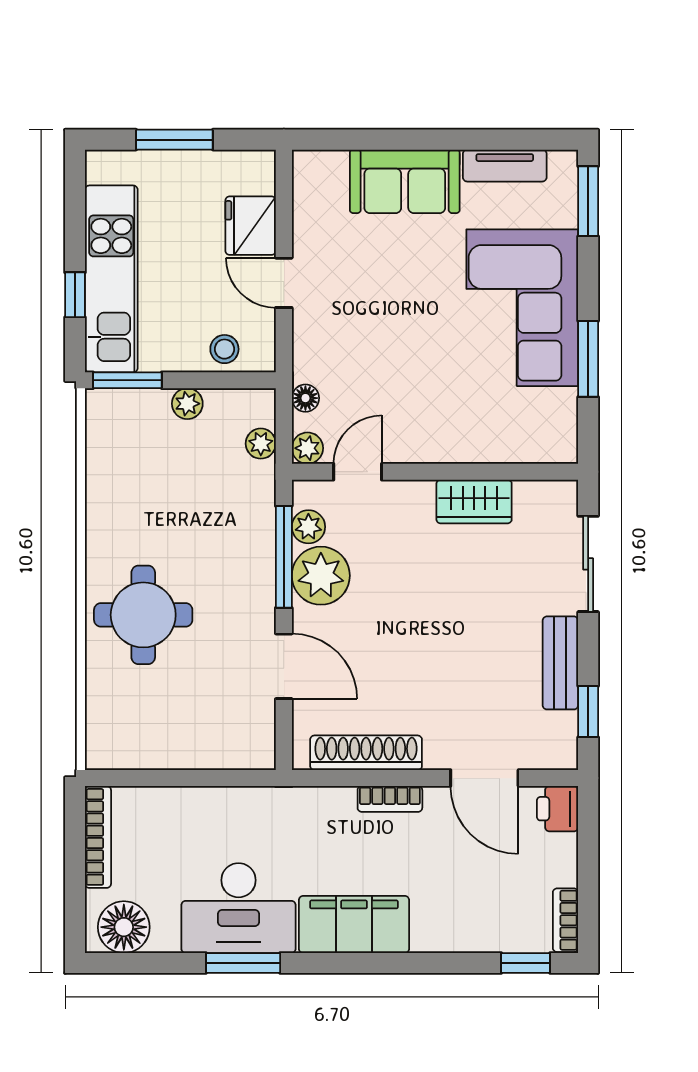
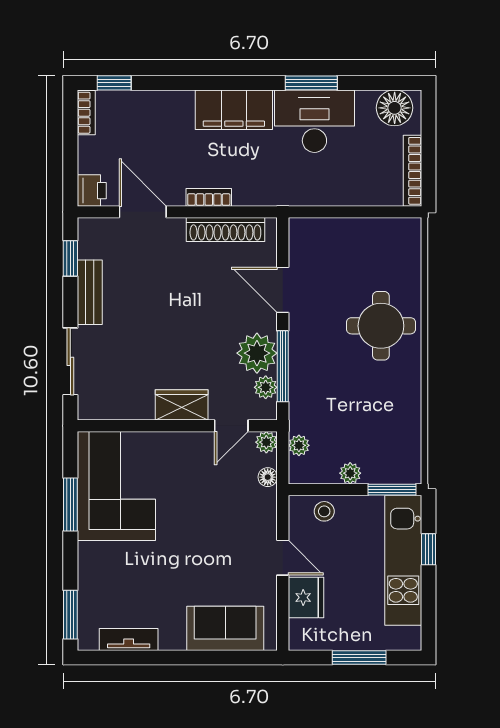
sofa: (405, 181) -> (225, 628), moved
corner sofa: (522, 308) -> (116, 486), moved
wardrobe: (474, 502) -> (182, 405), moved

